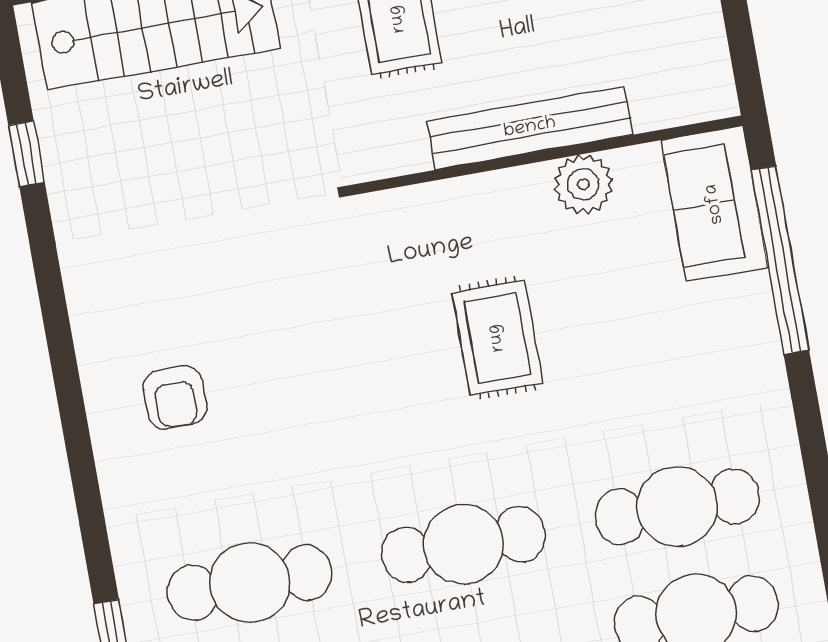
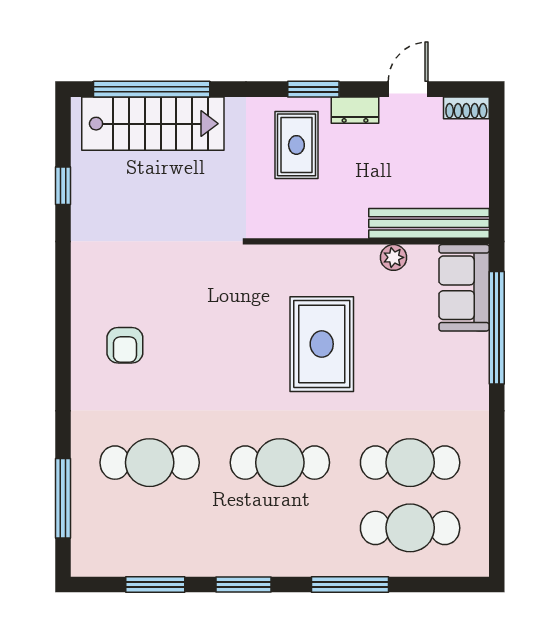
bench: (530, 128) -> (429, 223), moved
plant: (583, 184) -> (393, 257), width x0.73, depth x0.73
rug: (497, 338) -> (322, 344), width x1.36, depth x1.43

